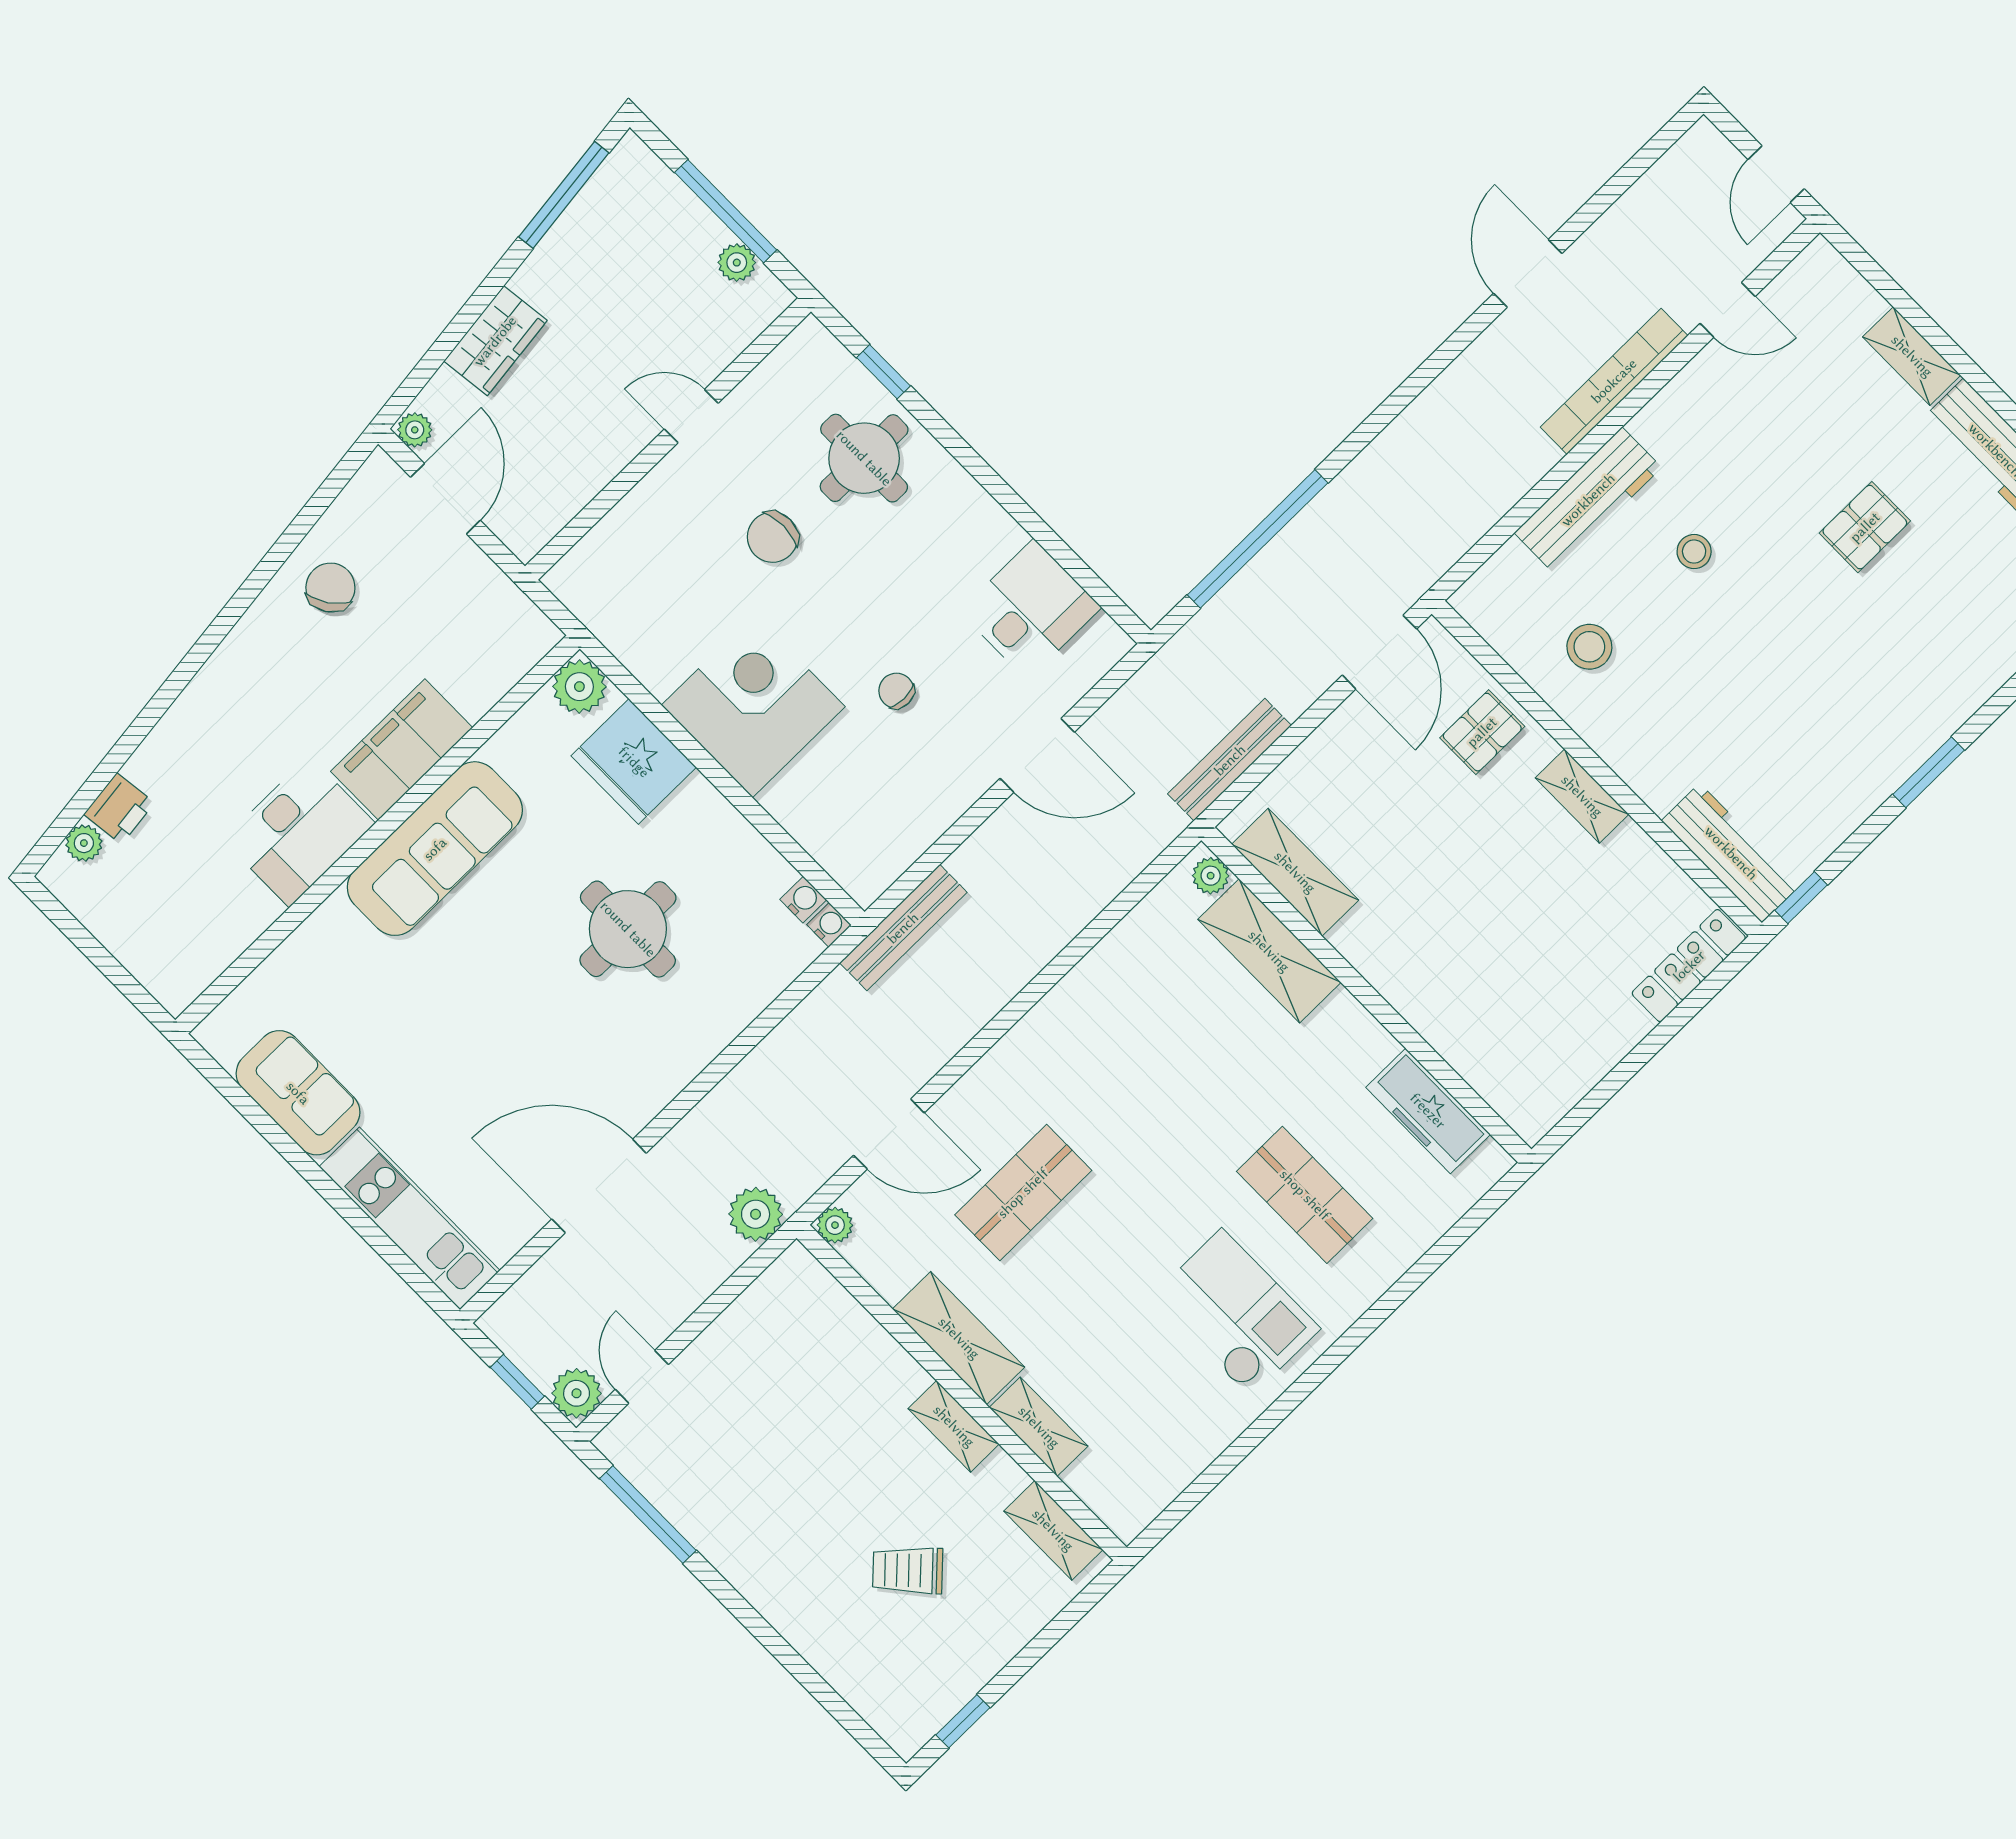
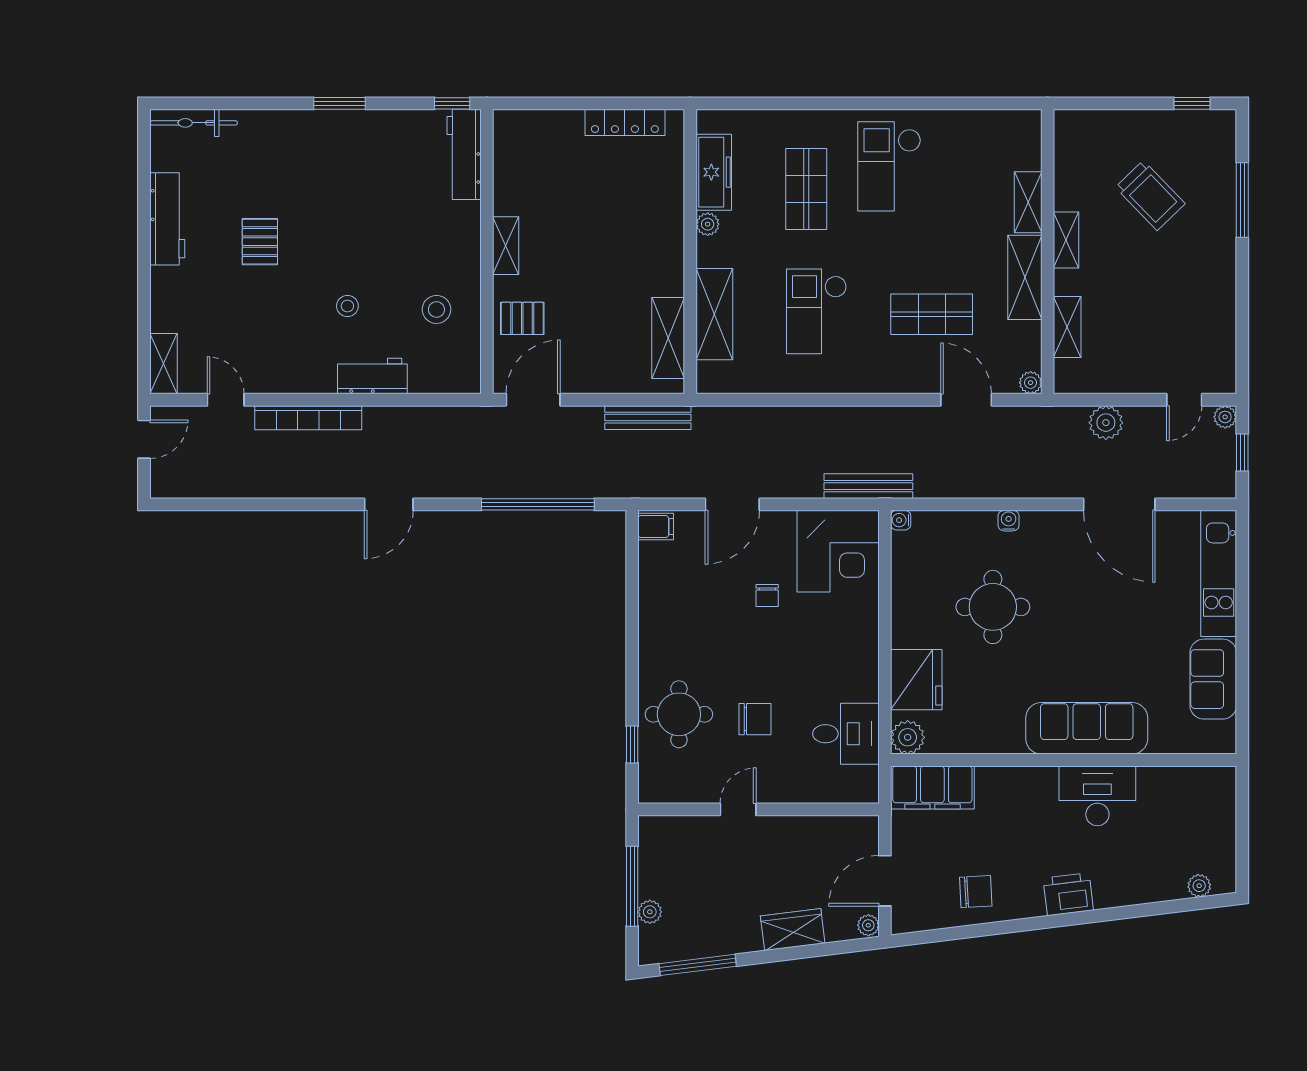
plant: (737, 263) -> (650, 912), moved
door: (1528, 273) -> (389, 504), moved
shelving: (1912, 356) -> (163, 364), moved
door: (691, 416) -> (738, 809), swing flipped
workbench: (1588, 500) -> (372, 376), width x0.73
pallet: (1865, 527) -> (260, 242), turned 90
chair: (330, 588) -> (976, 892), turned -148
desk: (1030, 609) -> (846, 734), moved, turned 180
filing cabinet: (1099, 645) -> (656, 527), added
corner desk: (753, 706) -> (838, 551), moved, turned -90
filing cabinet: (402, 750) -> (932, 787), moved
door: (1037, 755) -> (732, 504), swing flipped
printer: (119, 809) -> (1068, 894), moved, width x1.36, depth x1.24
sofa: (435, 849) -> (1087, 728), moved
plant: (1211, 876) -> (708, 224), moved
water cooler: (803, 900) -> (1009, 521), moved, turned 90
locker: (1689, 966) -> (625, 122), moved
checkout: (1157, 1068) -> (816, 311), added
plant: (756, 1214) -> (1106, 423), moved
plant: (577, 1393) -> (1225, 417), width x0.73, depth x0.73
window: (648, 1515) -> (1242, 200), moved
shelving: (1053, 1530) -> (1067, 327), moved
trolley: (908, 1570) -> (1150, 196), width x1.36, depth x1.39

